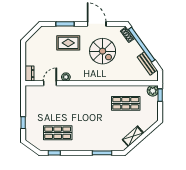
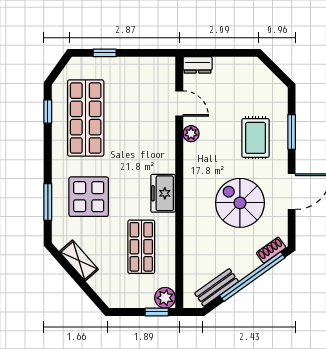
spiral stairs: (103, 51) -> (240, 203), turned 90
freezer: (97, 92) -> (163, 193), added
display table: (99, 131) -> (89, 197), added
shop shelf: (58, 133) -> (86, 118), width x1.43, depth x1.36

